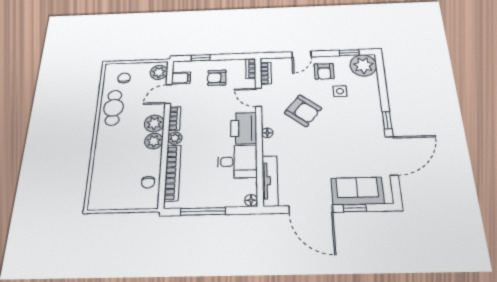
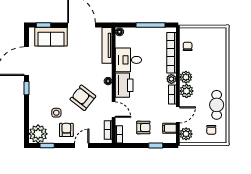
window: (355, 208) -> (44, 25), moved

